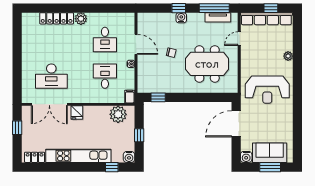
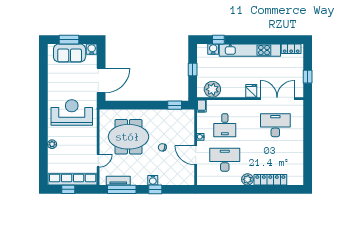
desk: (105, 39) -> (225, 160), width x1.37
water cooler: (129, 157) -> (213, 49), moved

